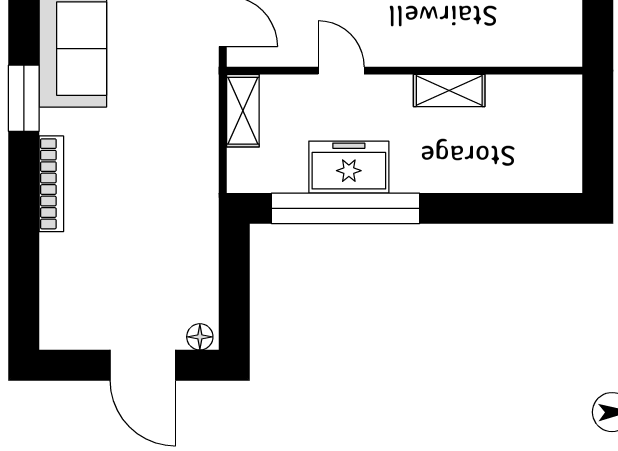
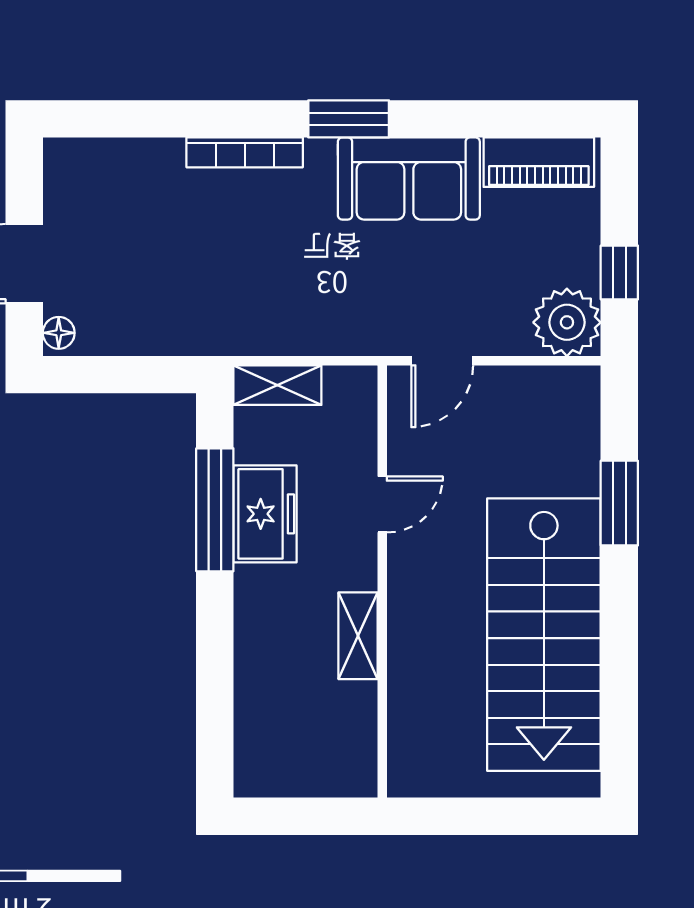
shelving: (243, 111) -> (277, 385), moved
window: (345, 208) -> (215, 510), width x0.68

